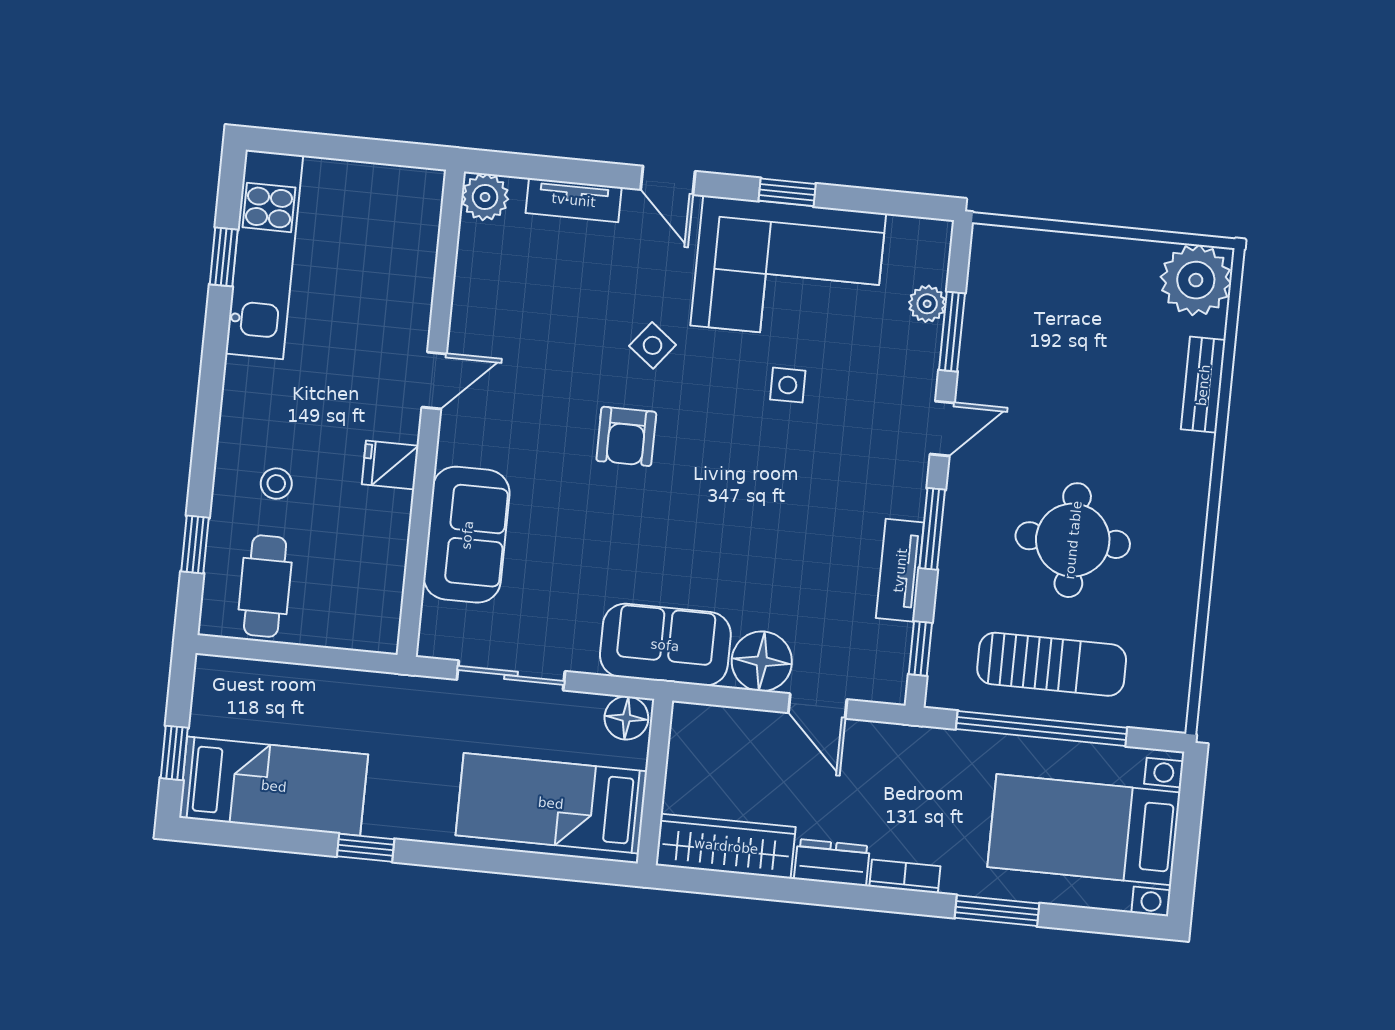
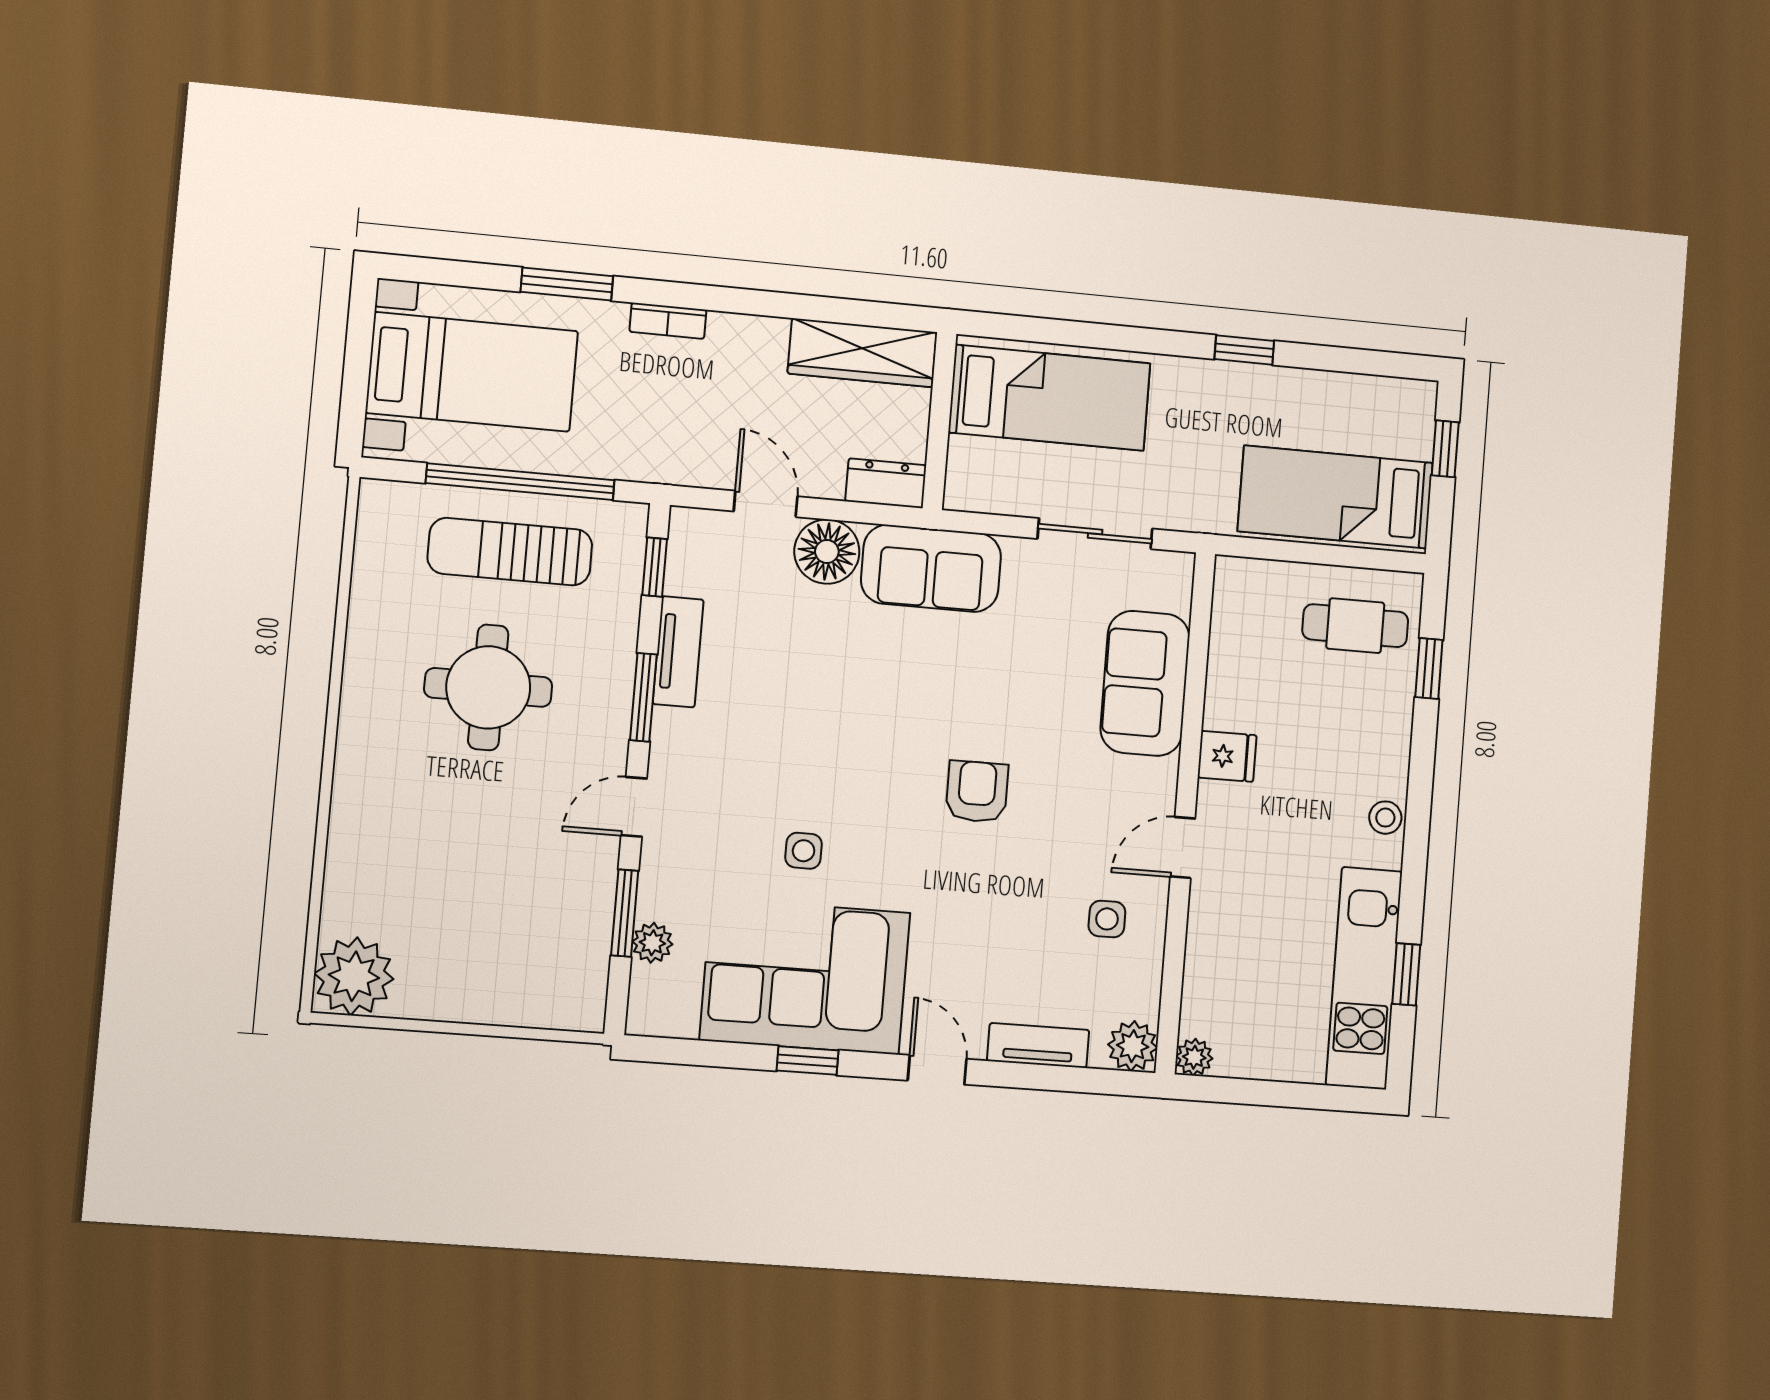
plant: (427, 185) -> (1194, 1057), added
side table: (653, 345) -> (1107, 919), moved, turned -38
bench: (1203, 385) -> (344, 861), removed
stool: (276, 484) -> (1385, 818), moved
cafe table: (265, 586) -> (1355, 626), turned 90
floor lamp: (626, 718) -> (971, 489), removed
bed: (274, 786) -> (1335, 497), moved
dresser: (832, 863) -> (886, 483), moved, turned 180

